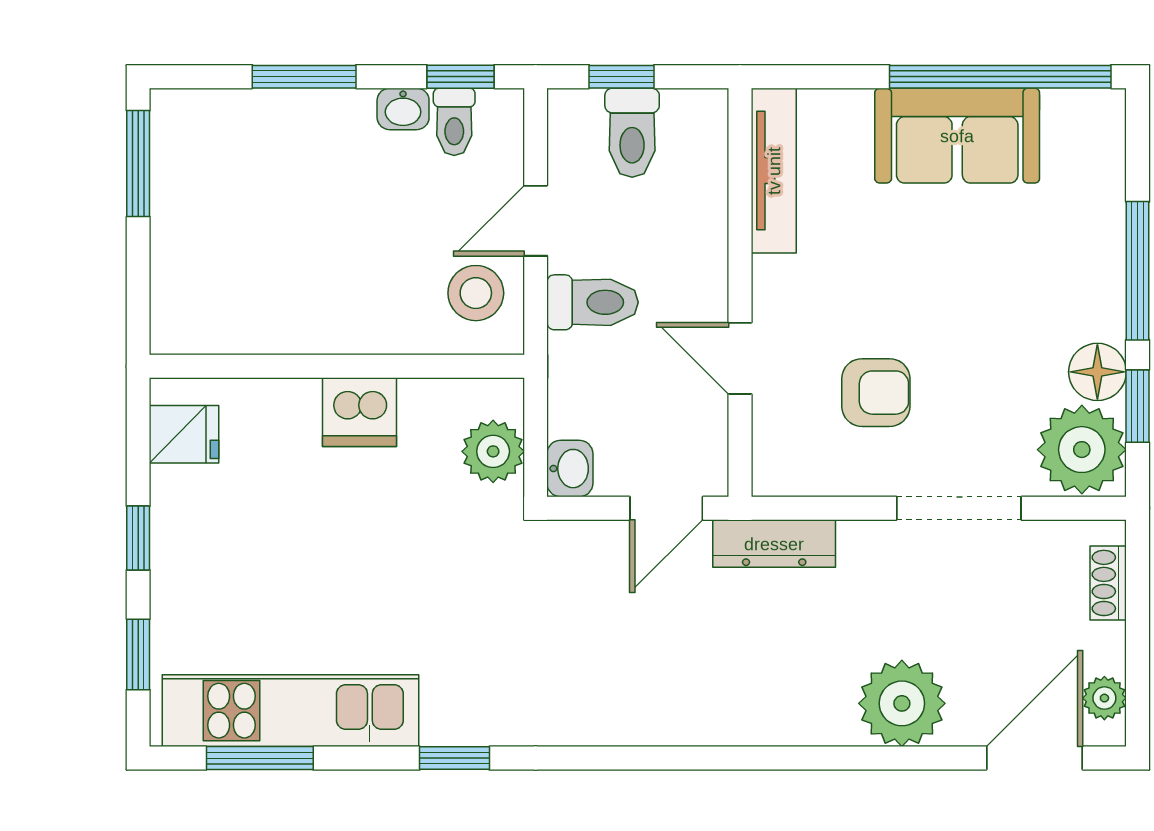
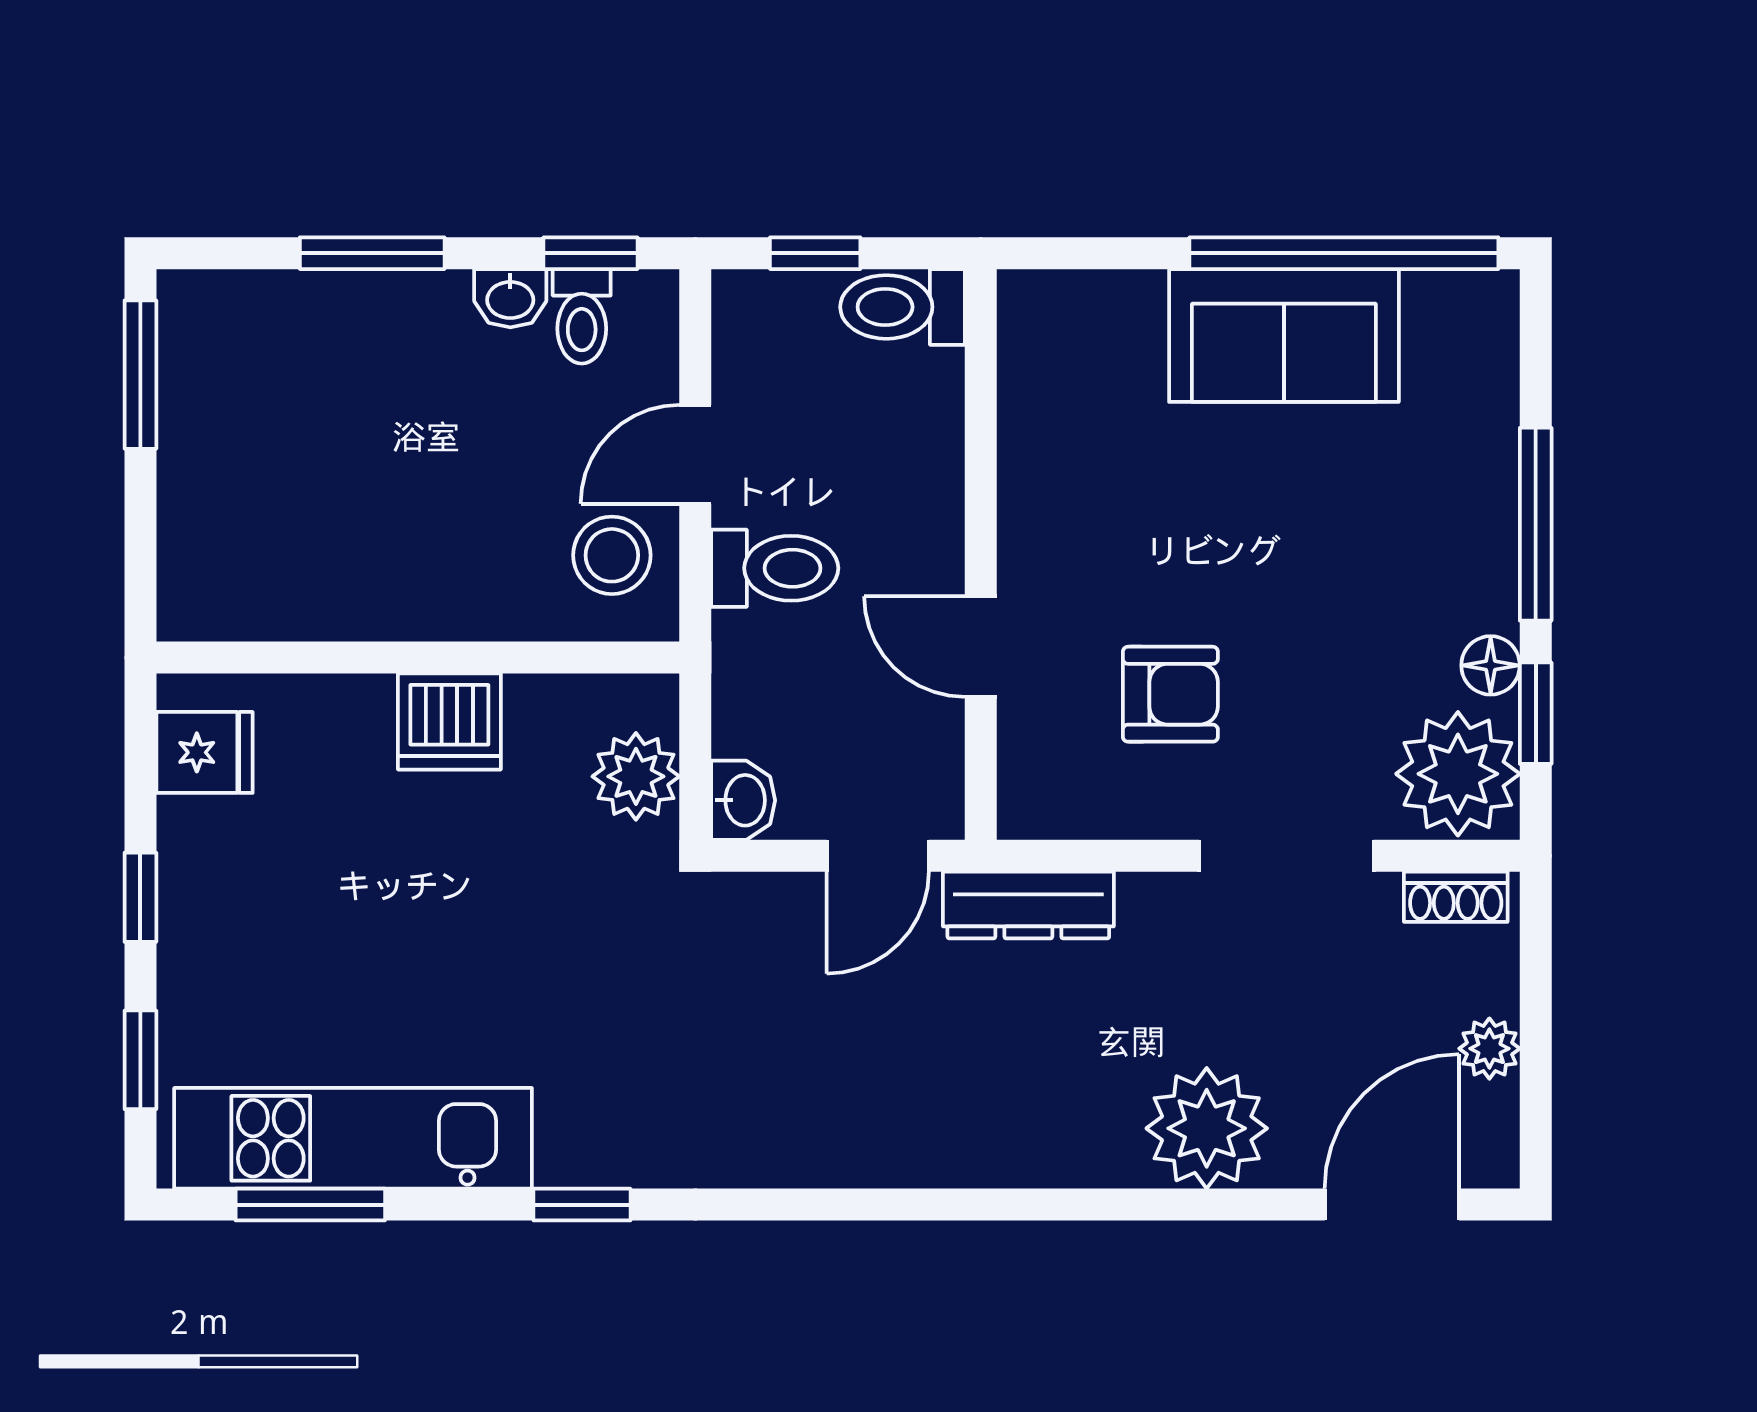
toilet: (632, 133) -> (903, 307), moved, turned 90
tv unit: (774, 171) -> (1028, 384), removed
floor lamp: (1097, 372) -> (1491, 665), width x0.73, depth x0.73
shoe rack: (1108, 583) -> (1456, 897), moved, turned -90
plant: (1104, 698) -> (1489, 1049), moved

